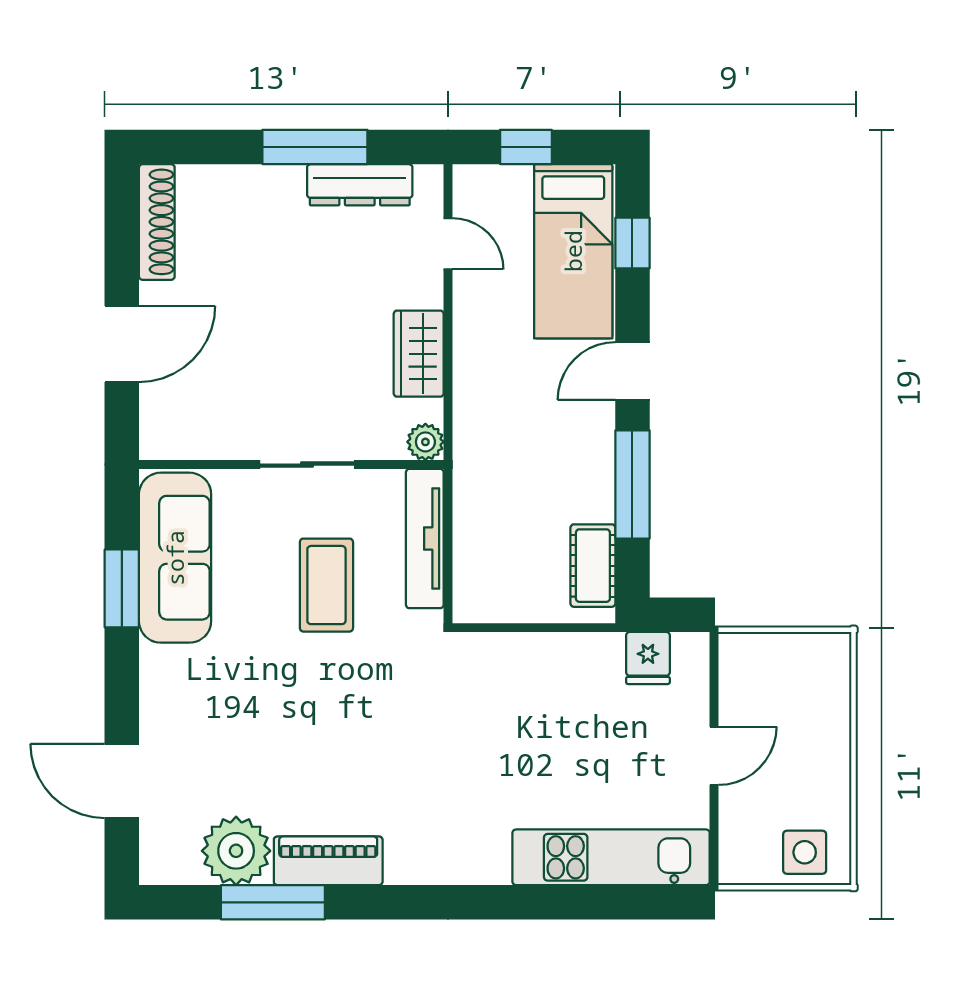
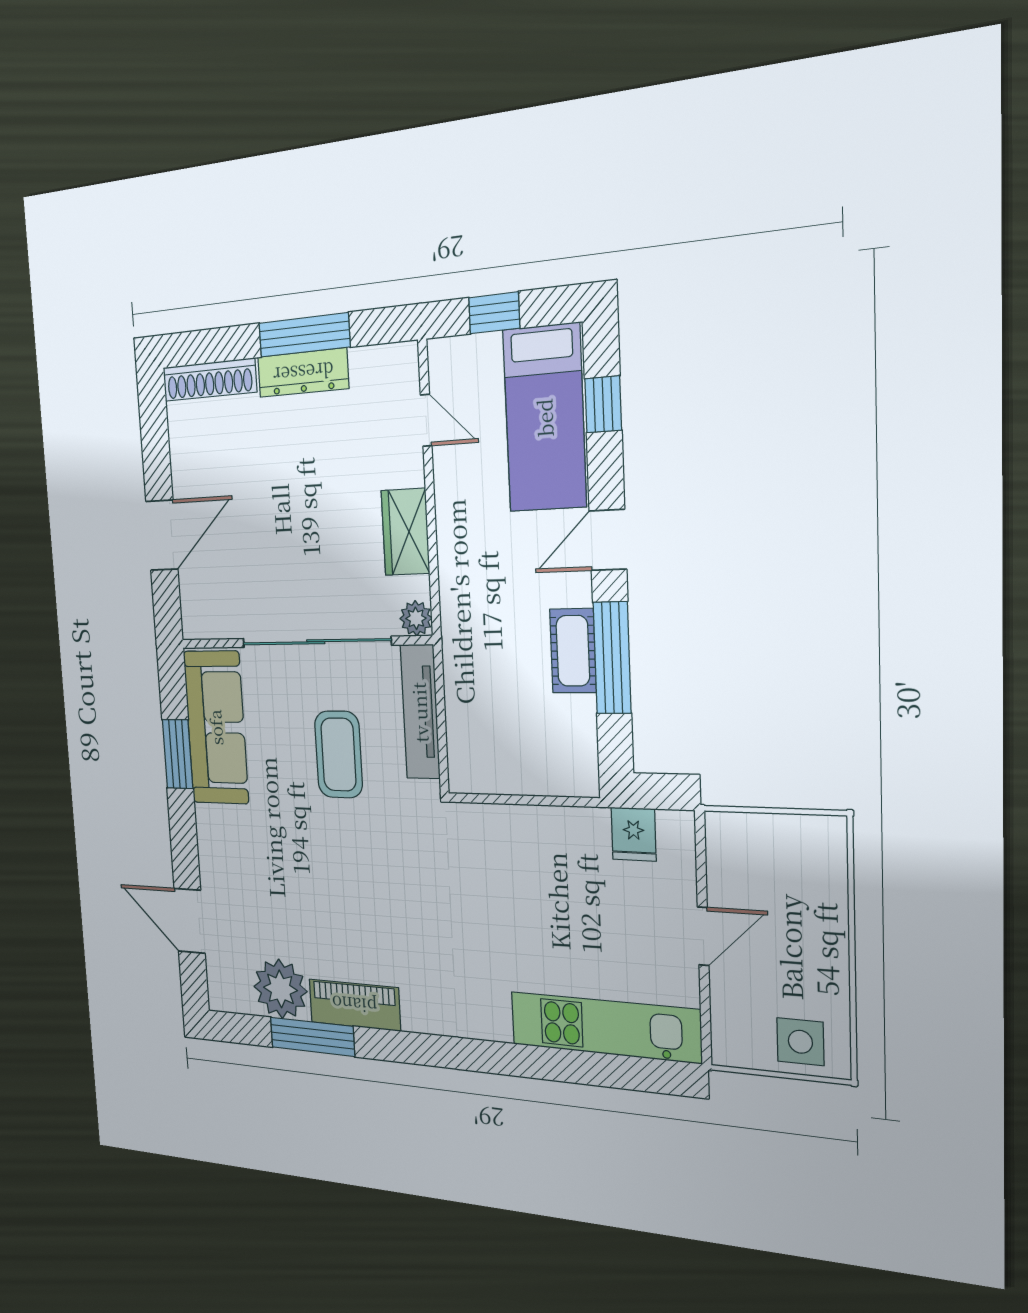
dresser: (360, 185) -> (303, 373), moved
shoe rack: (157, 222) -> (209, 380), moved, turned 90
sliding door: (307, 465) -> (316, 642), width x1.86
cot: (593, 566) -> (573, 651), moved

